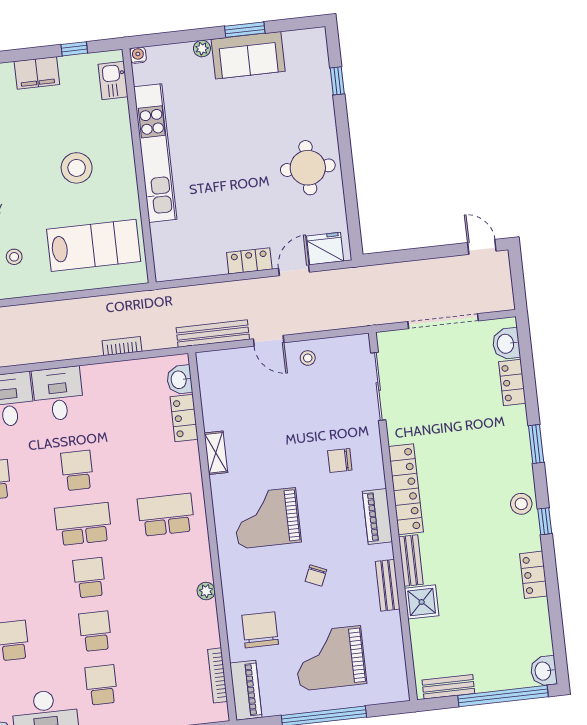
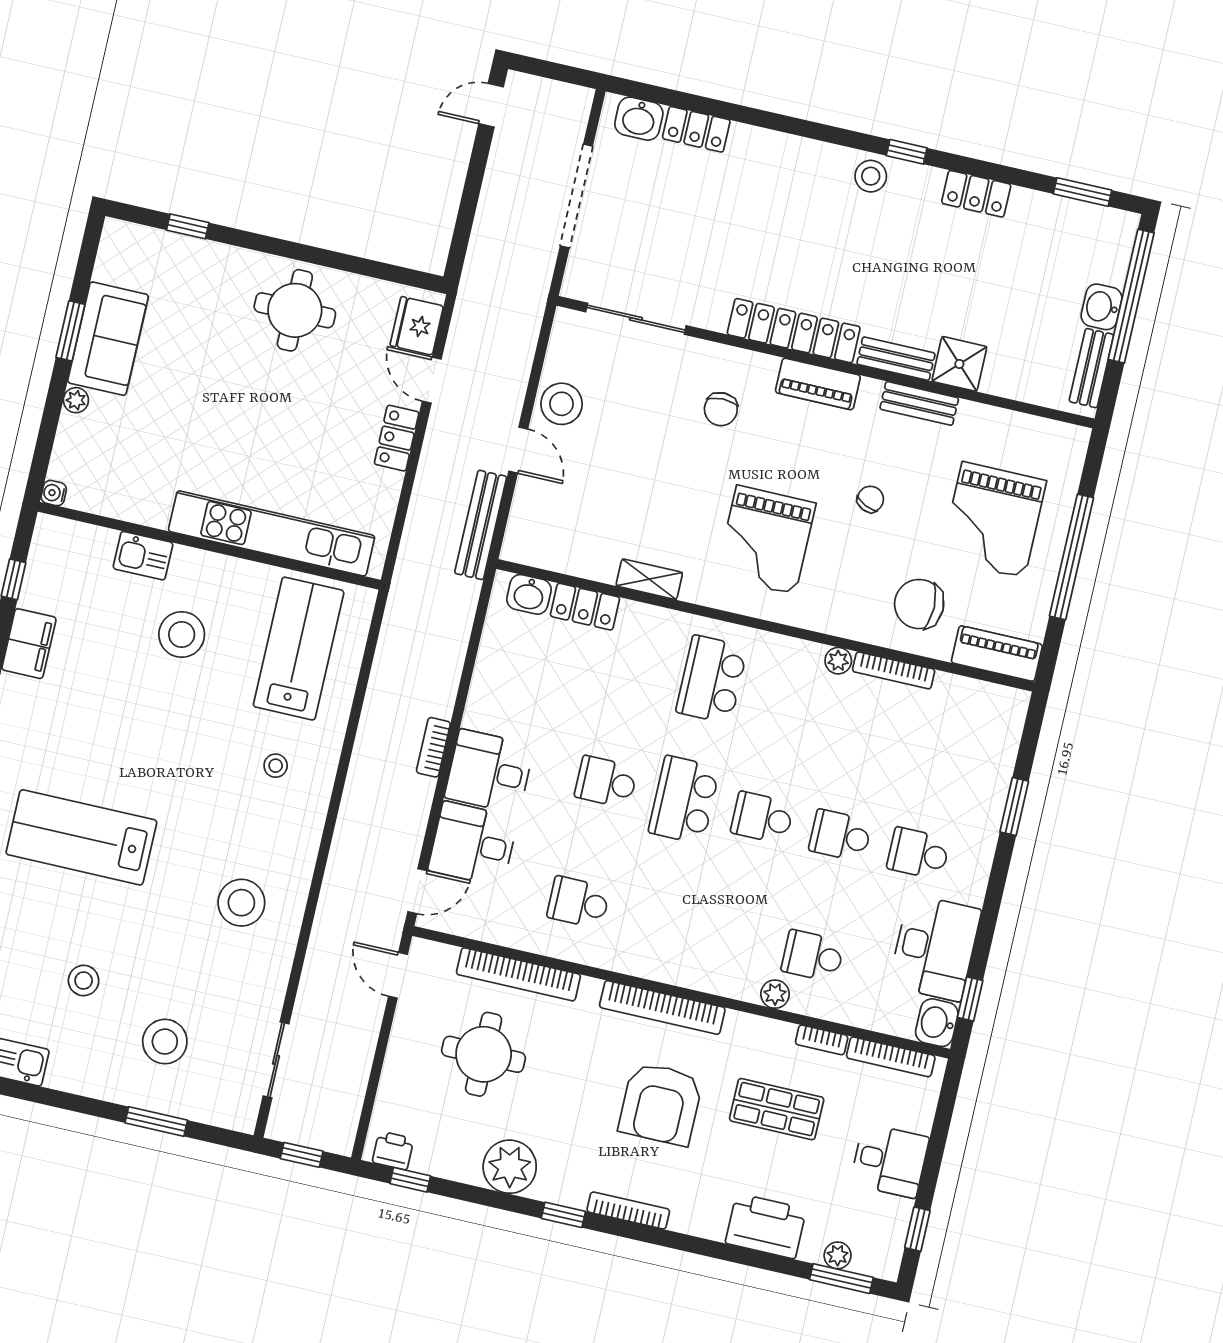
kitchen sink: (113, 80) -> (143, 556), moved
kitchen unit: (155, 153) -> (272, 533), moved
door: (269, 341) -> (518, 450), hinge flipped
bookcase: (122, 346) -> (433, 747), moved
stool: (308, 358) -> (562, 404), width x1.89, depth x1.89
window: (536, 444) -> (1083, 192), moved
chair: (316, 576) -> (870, 499), turned -88
washbasin: (544, 671) -> (1101, 307), moved, turned 90
bookcase: (218, 675) -> (894, 670), moved

